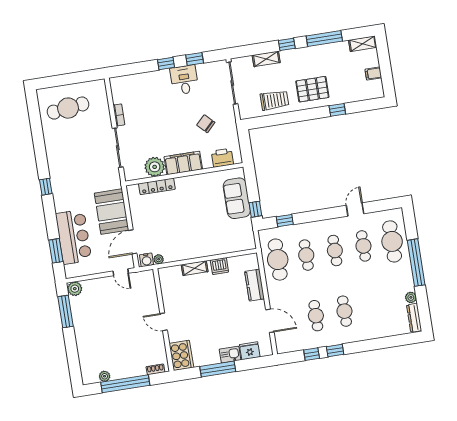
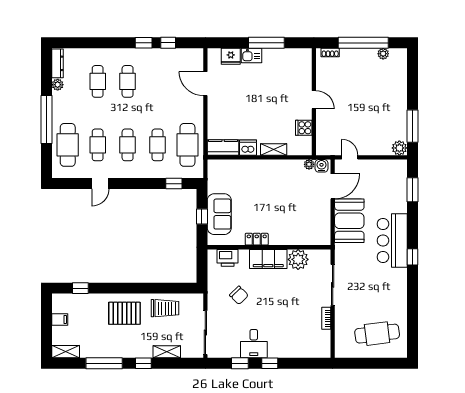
trolley: (274, 100) -> (165, 308), turned 180
window: (337, 110) -> (80, 288), moved
locker: (157, 186) -> (257, 239), moved, width x0.66
window: (255, 209) -> (202, 217), moved
bar counter: (74, 237) -> (392, 240), moved
kitchen counter: (255, 285) -> (223, 148), moved, turned -90
cafe table: (316, 316) -> (98, 81), moved
cooker: (181, 355) -> (304, 128), moved, width x0.53, depth x0.76

